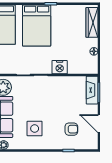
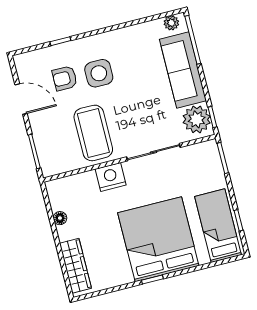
bed: (37, 25) -> (158, 239), width x1.36
fireplace: (92, 90) -> (47, 152), removed
coffee table: (63, 94) -> (93, 133), added
side table: (35, 129) -> (99, 73), moved

